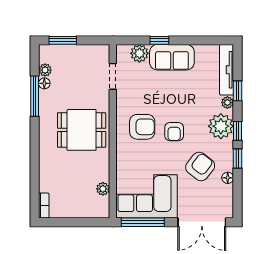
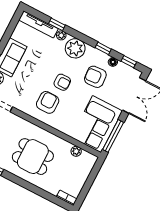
dining table: (82, 130) -> (33, 157), moved, turned 90
window: (237, 131) -> (129, 62), moved
armchair: (200, 166) -> (95, 77), turned -42

